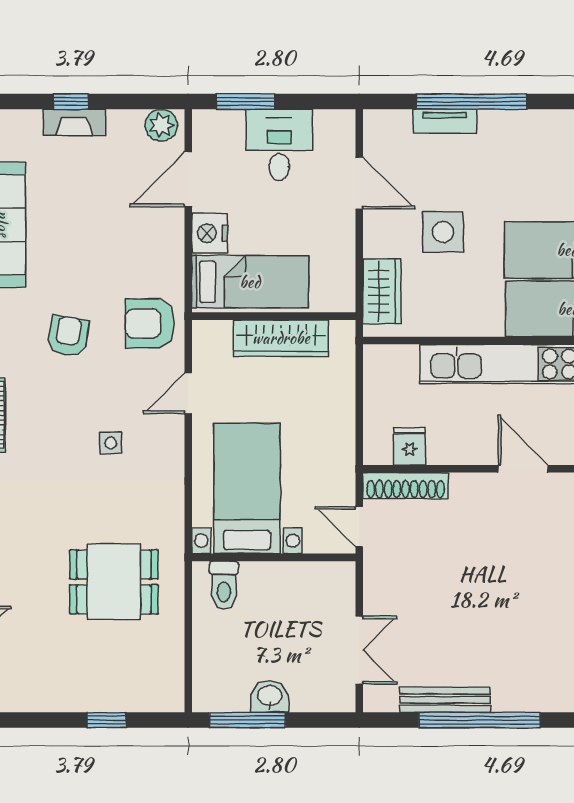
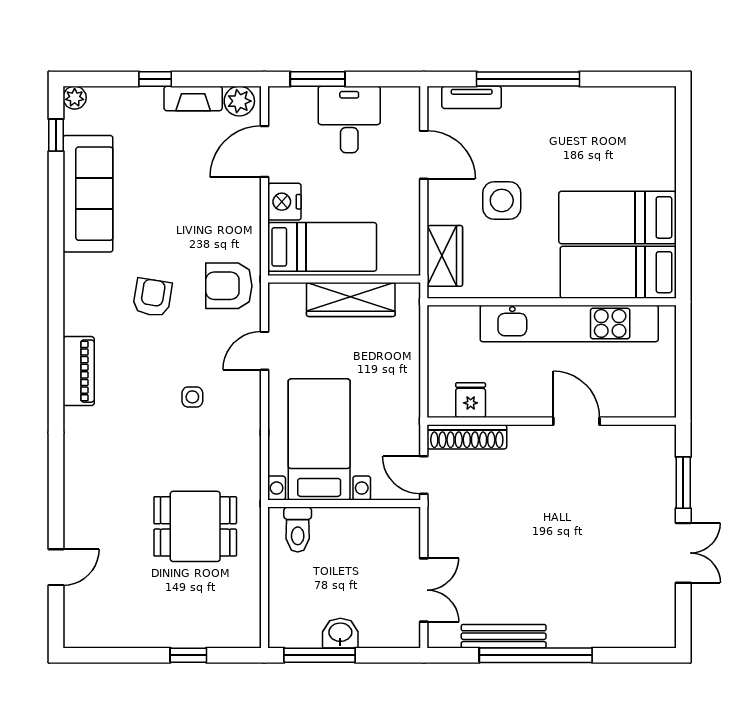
tv unit: (445, 121) -> (472, 97), moved
fireplace: (74, 122) -> (193, 98), moved

